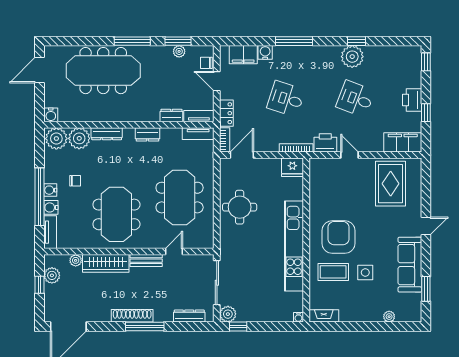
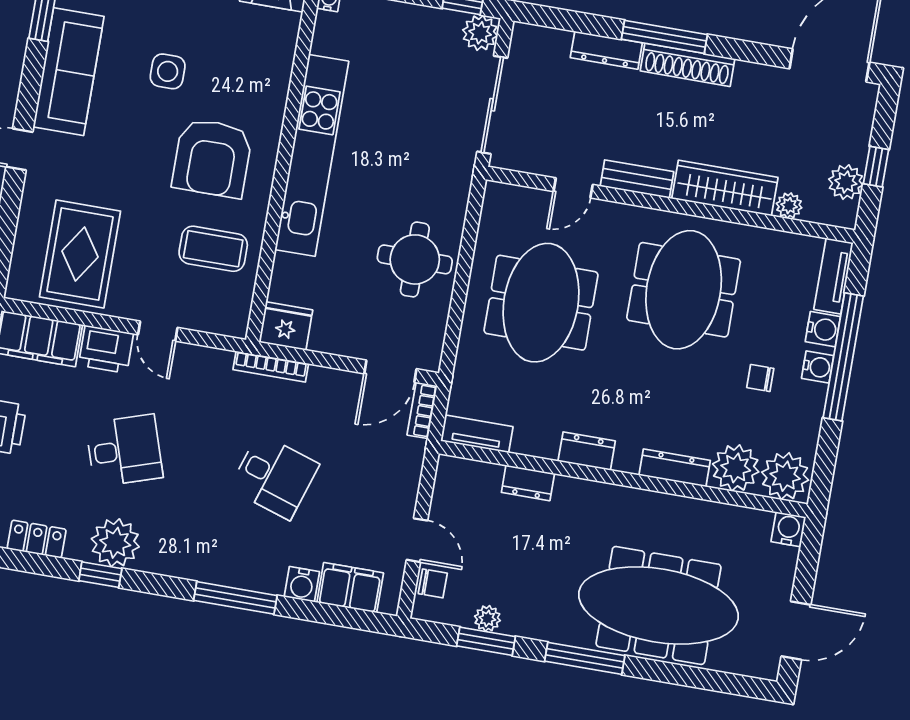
desk: (355, 99) -> (124, 450), turned -39
locker: (226, 113) -> (37, 539), moved, turned 90
tv unit: (199, 116) -> (469, 471), removed
printer: (325, 143) -> (106, 349), moved
coffee table: (333, 272) -> (213, 249), moved
dresser: (189, 316) -> (606, 50), moved

